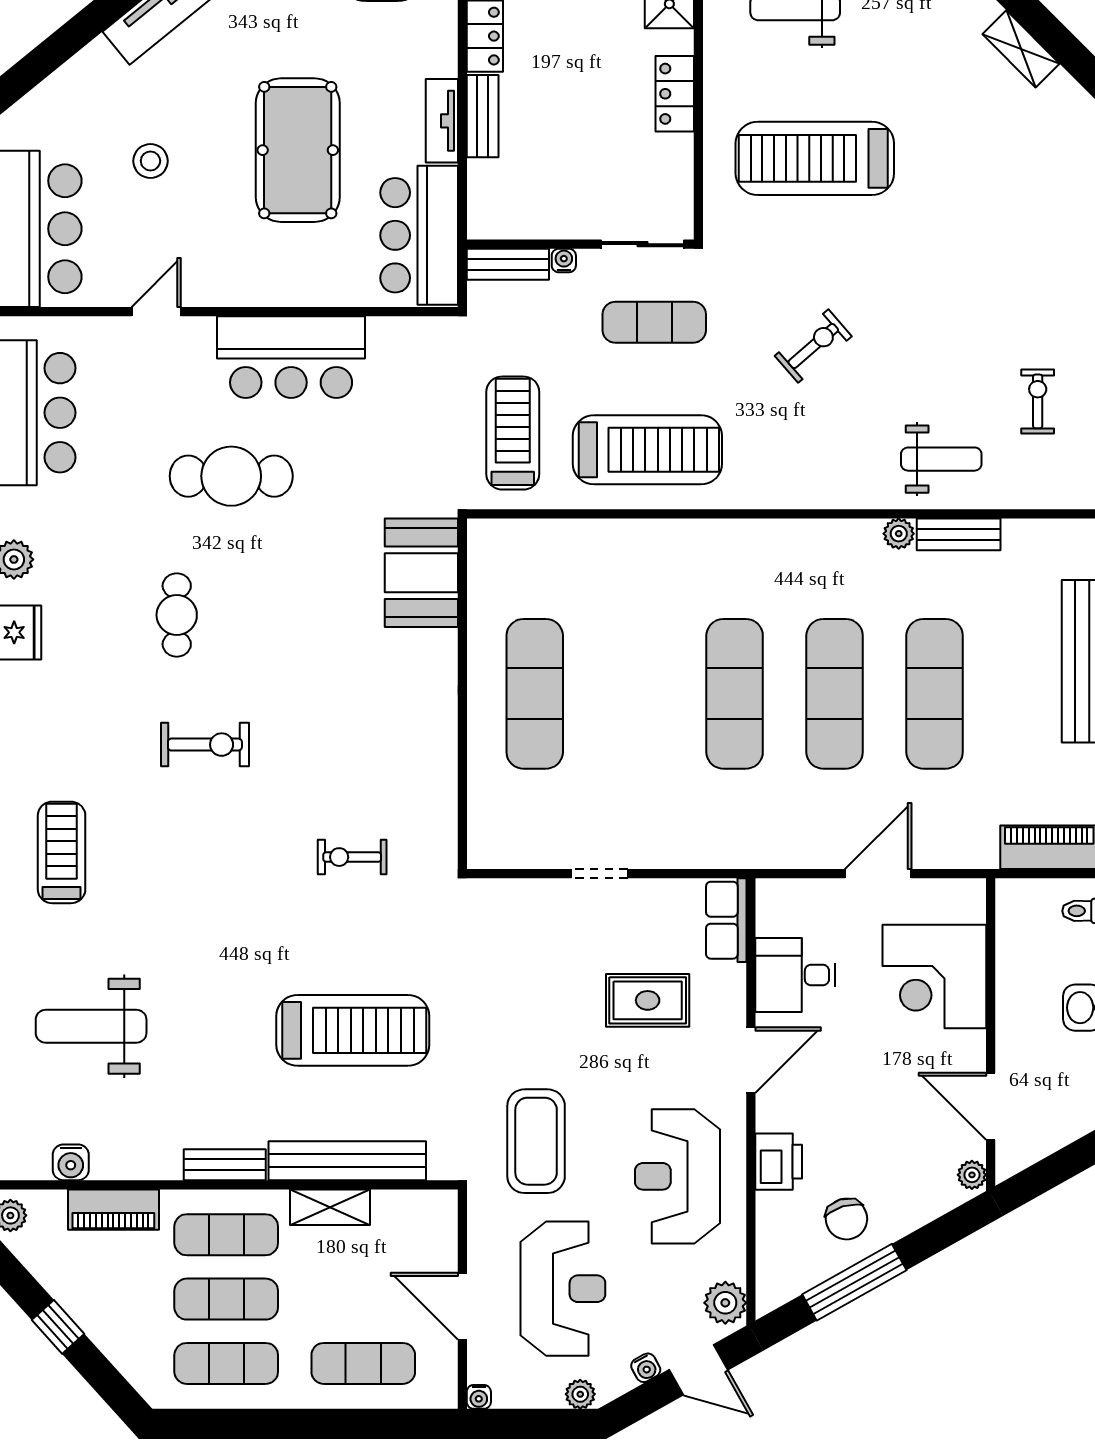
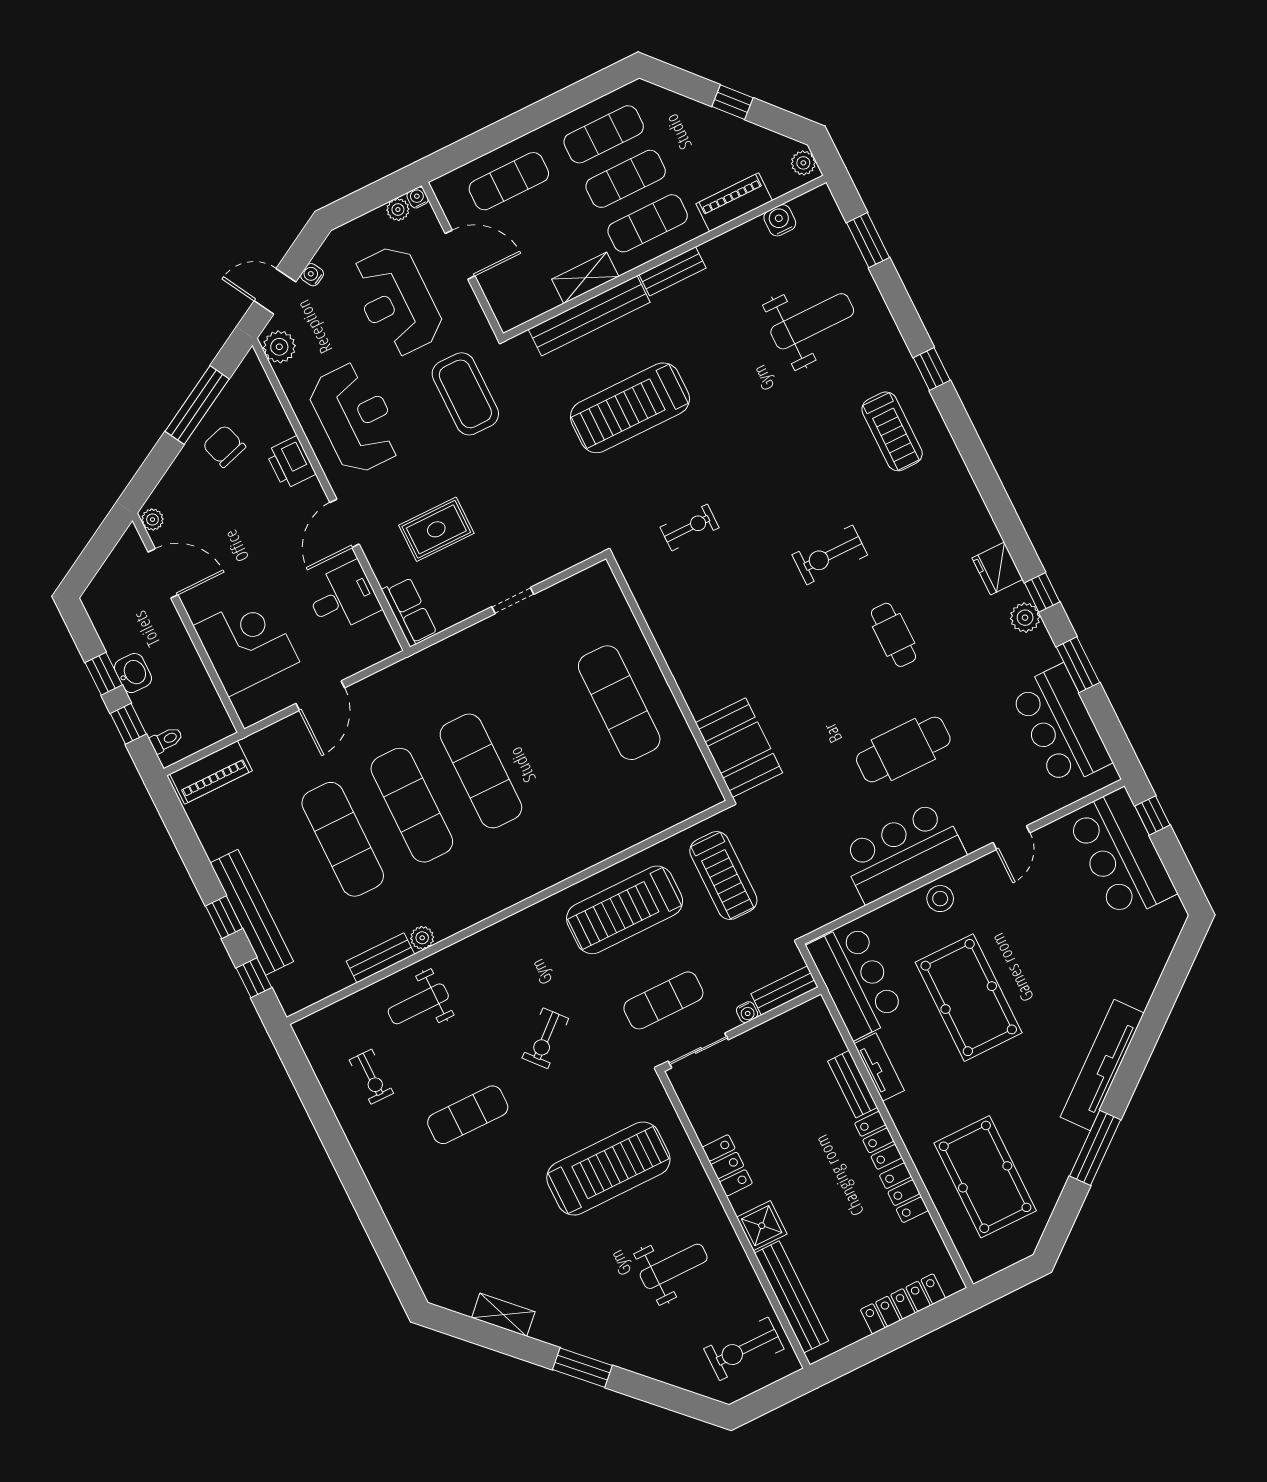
stool: (150, 161) -> (940, 899), moved
exercise mat: (947, 302) -> (468, 1115), added
plant: (580, 1394) -> (398, 210), moved

